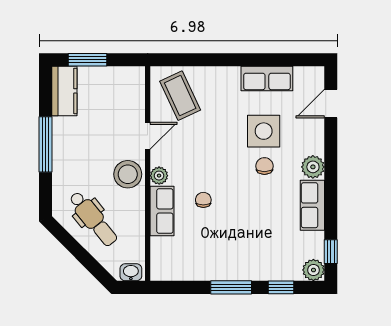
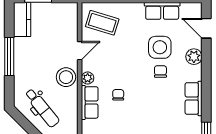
coffee table: (180, 96) -> (102, 23), turned -48
door: (331, 104) -> (206, 28), hinge flipped
plant: (313, 167) -> (194, 57), moved

